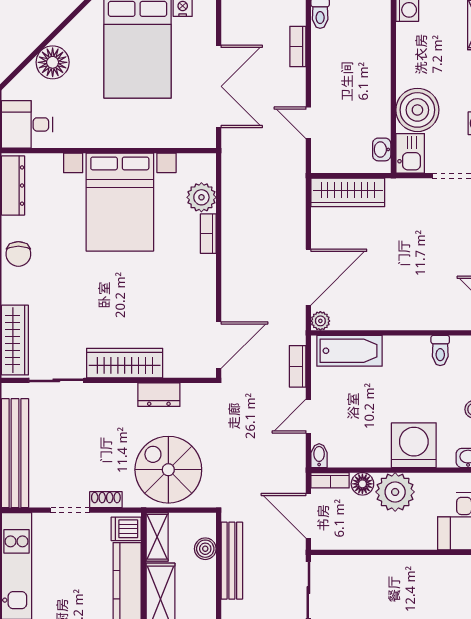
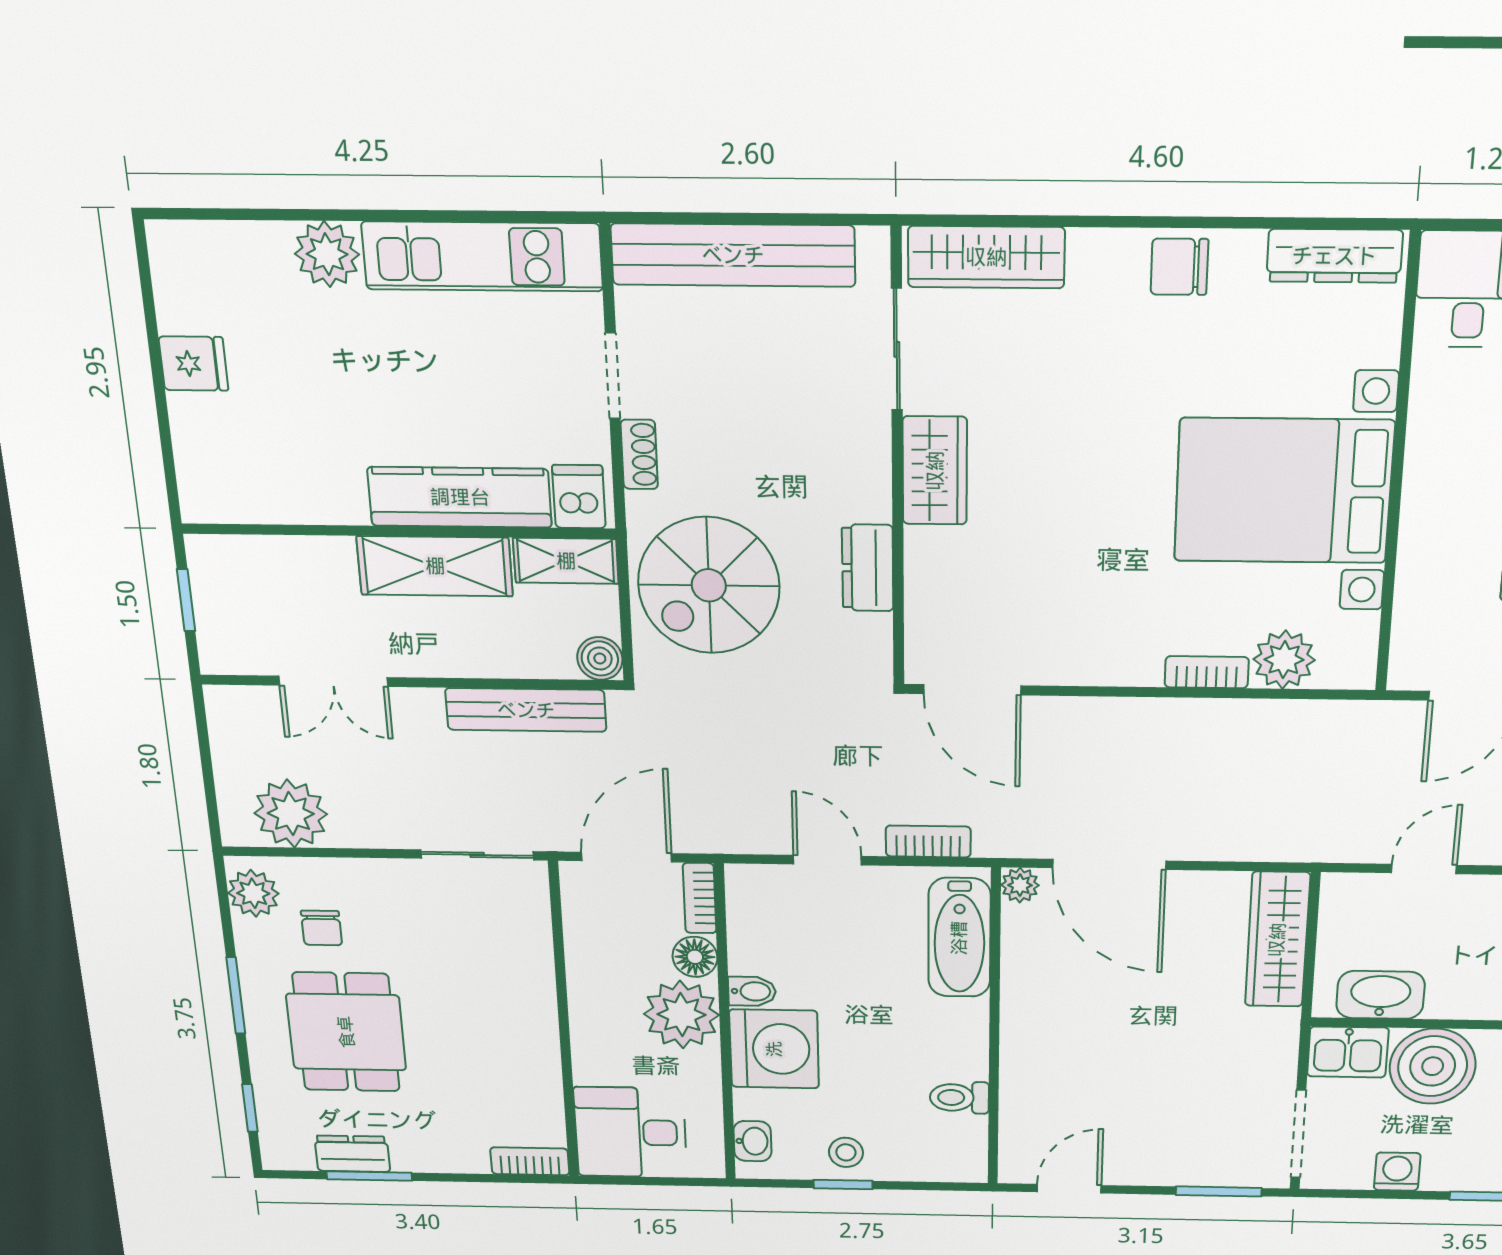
washbasin: (382, 149) -> (1381, 995), width x1.91, depth x1.45
wardrobe: (125, 363) -> (935, 471), width x0.67
bidet: (319, 456) -> (752, 991), moved
spiral stairs: (168, 470) -> (709, 585), turned 180
boiler: (205, 549) -> (600, 658), moved

